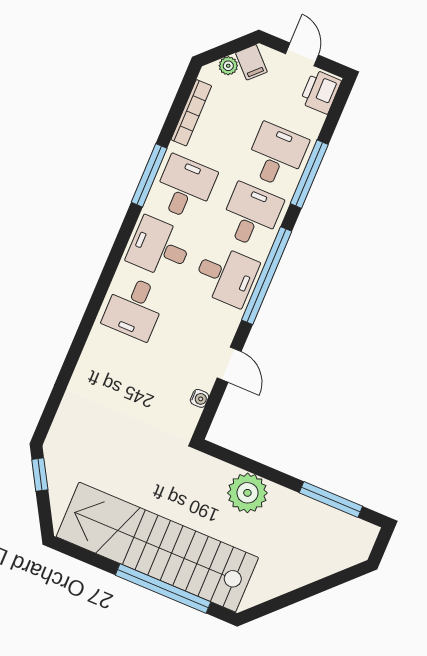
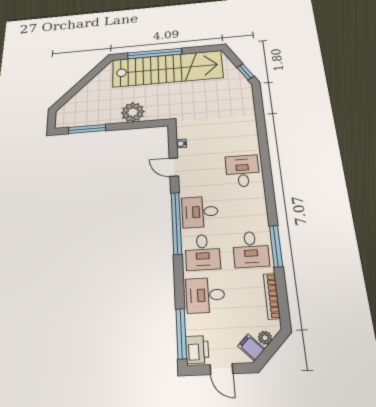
desk: (276, 155) -> (205, 295), turned 90
window: (309, 174) -> (181, 334), moved
desk: (160, 248) -> (246, 209), removed

